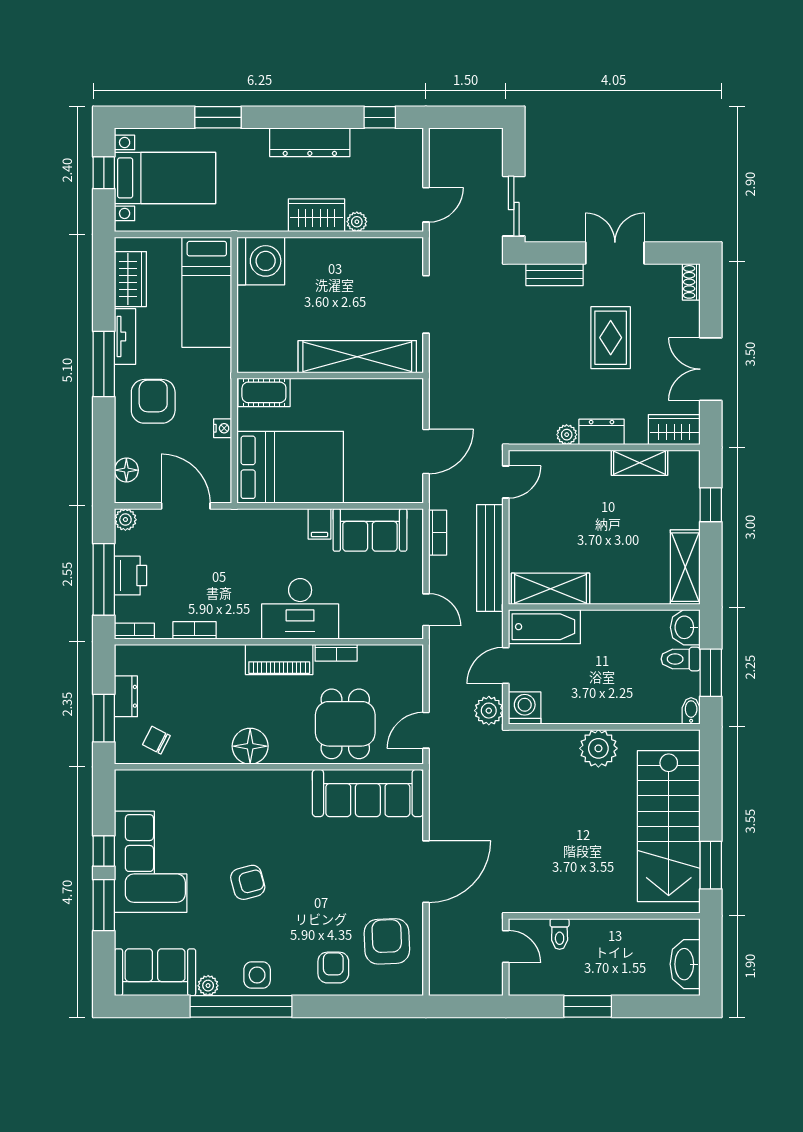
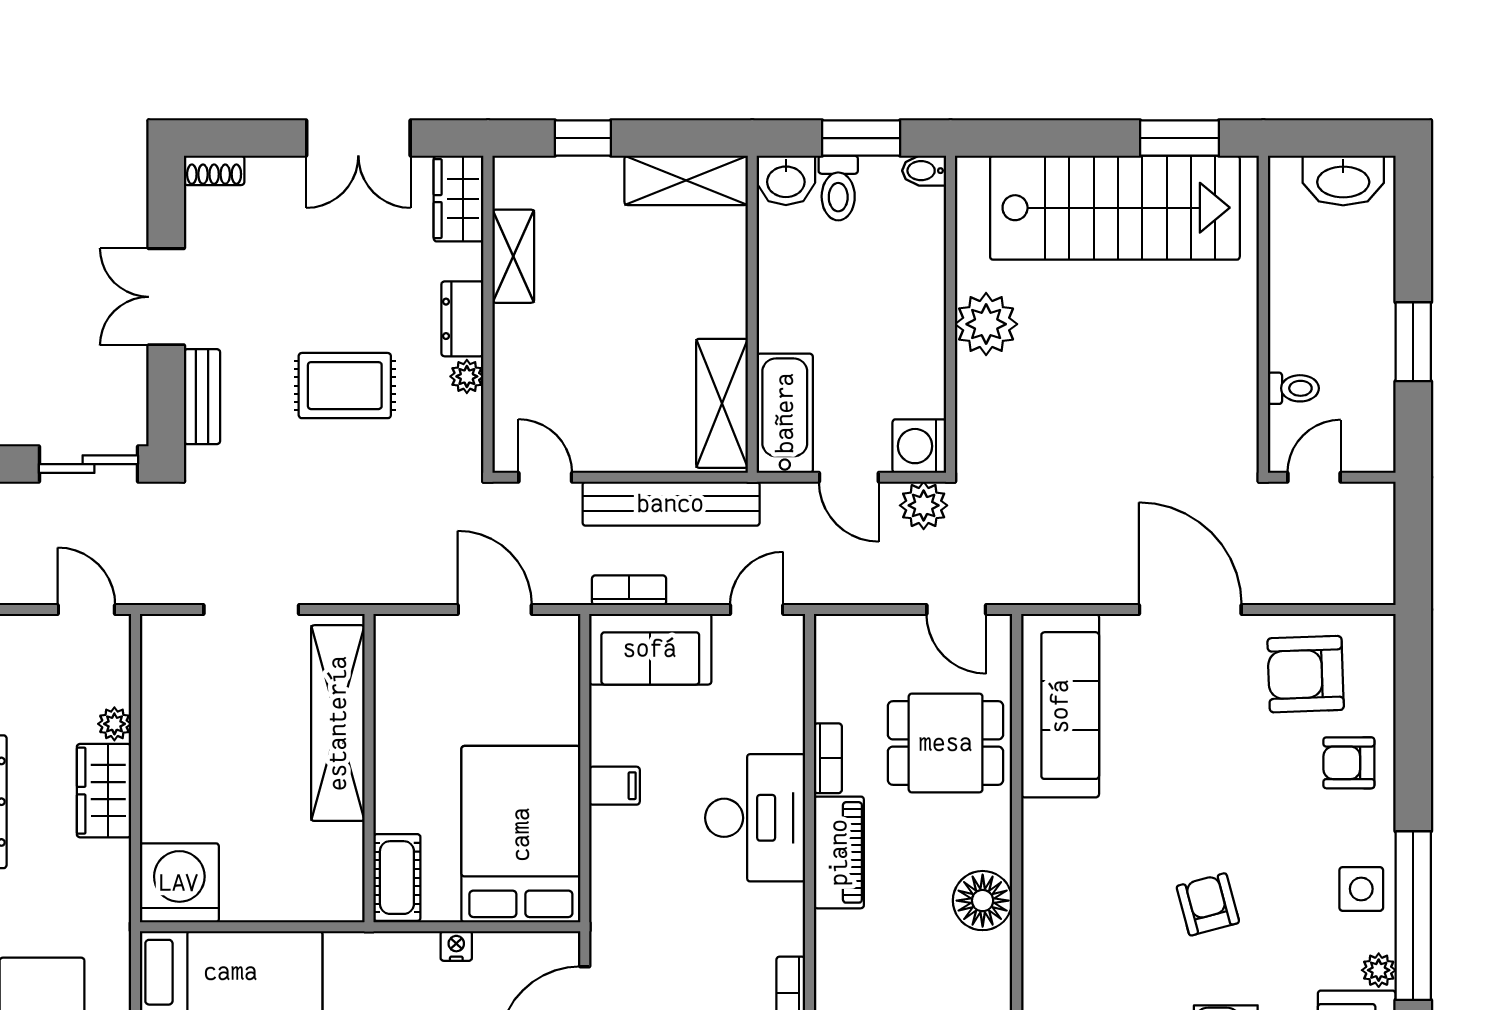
rug: (611, 338) -> (345, 386), moved
sofa: (370, 530) -> (650, 649), moved, turned 90

